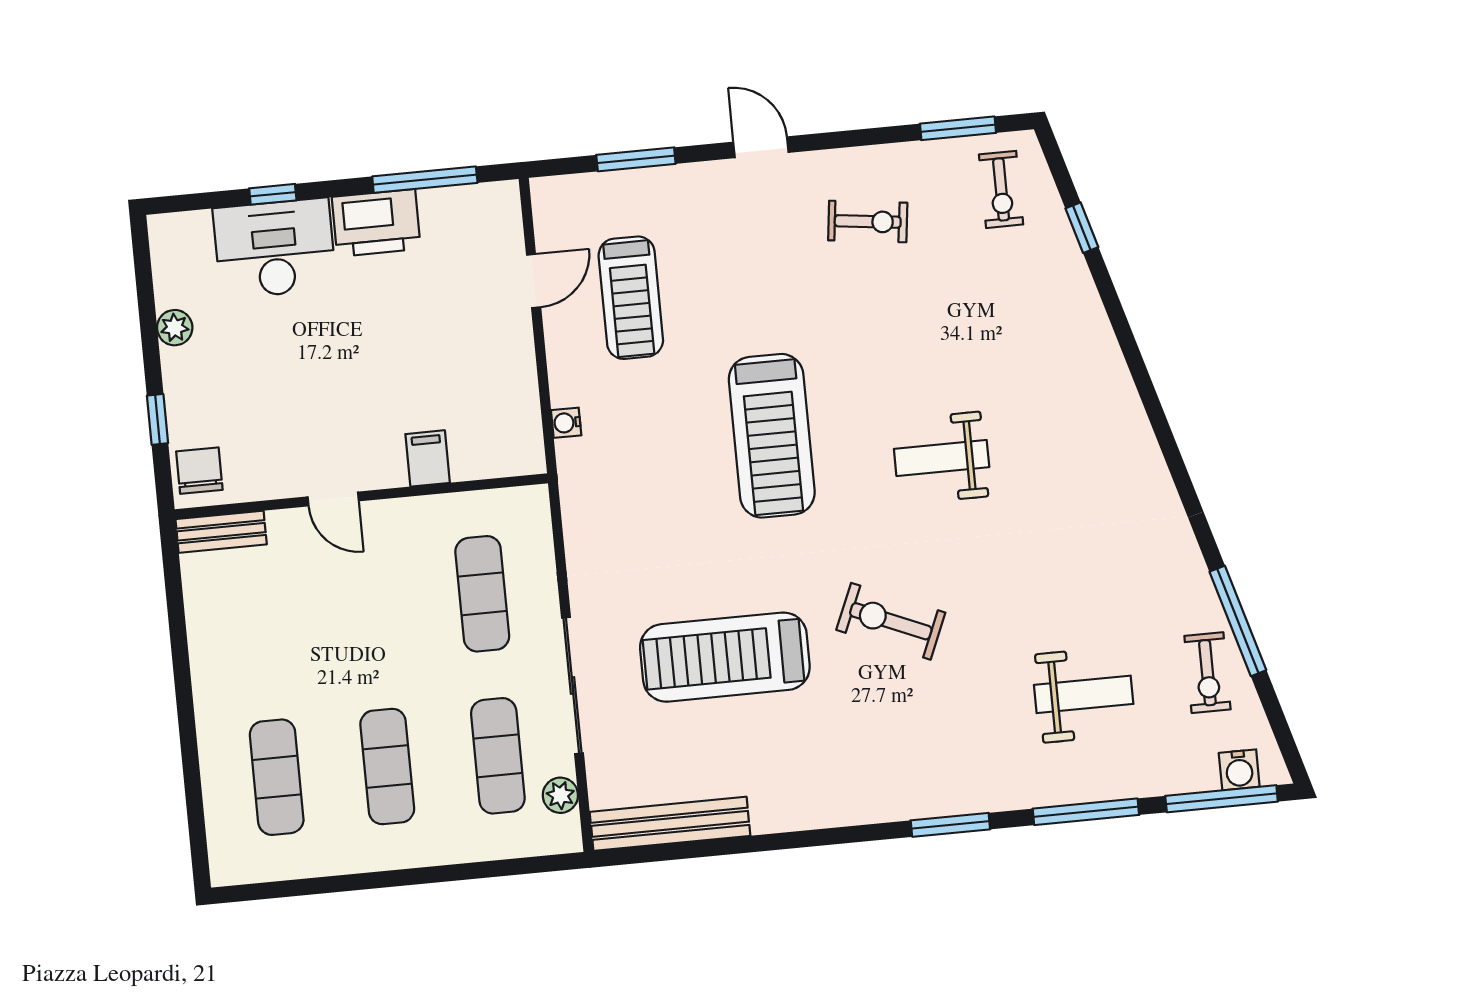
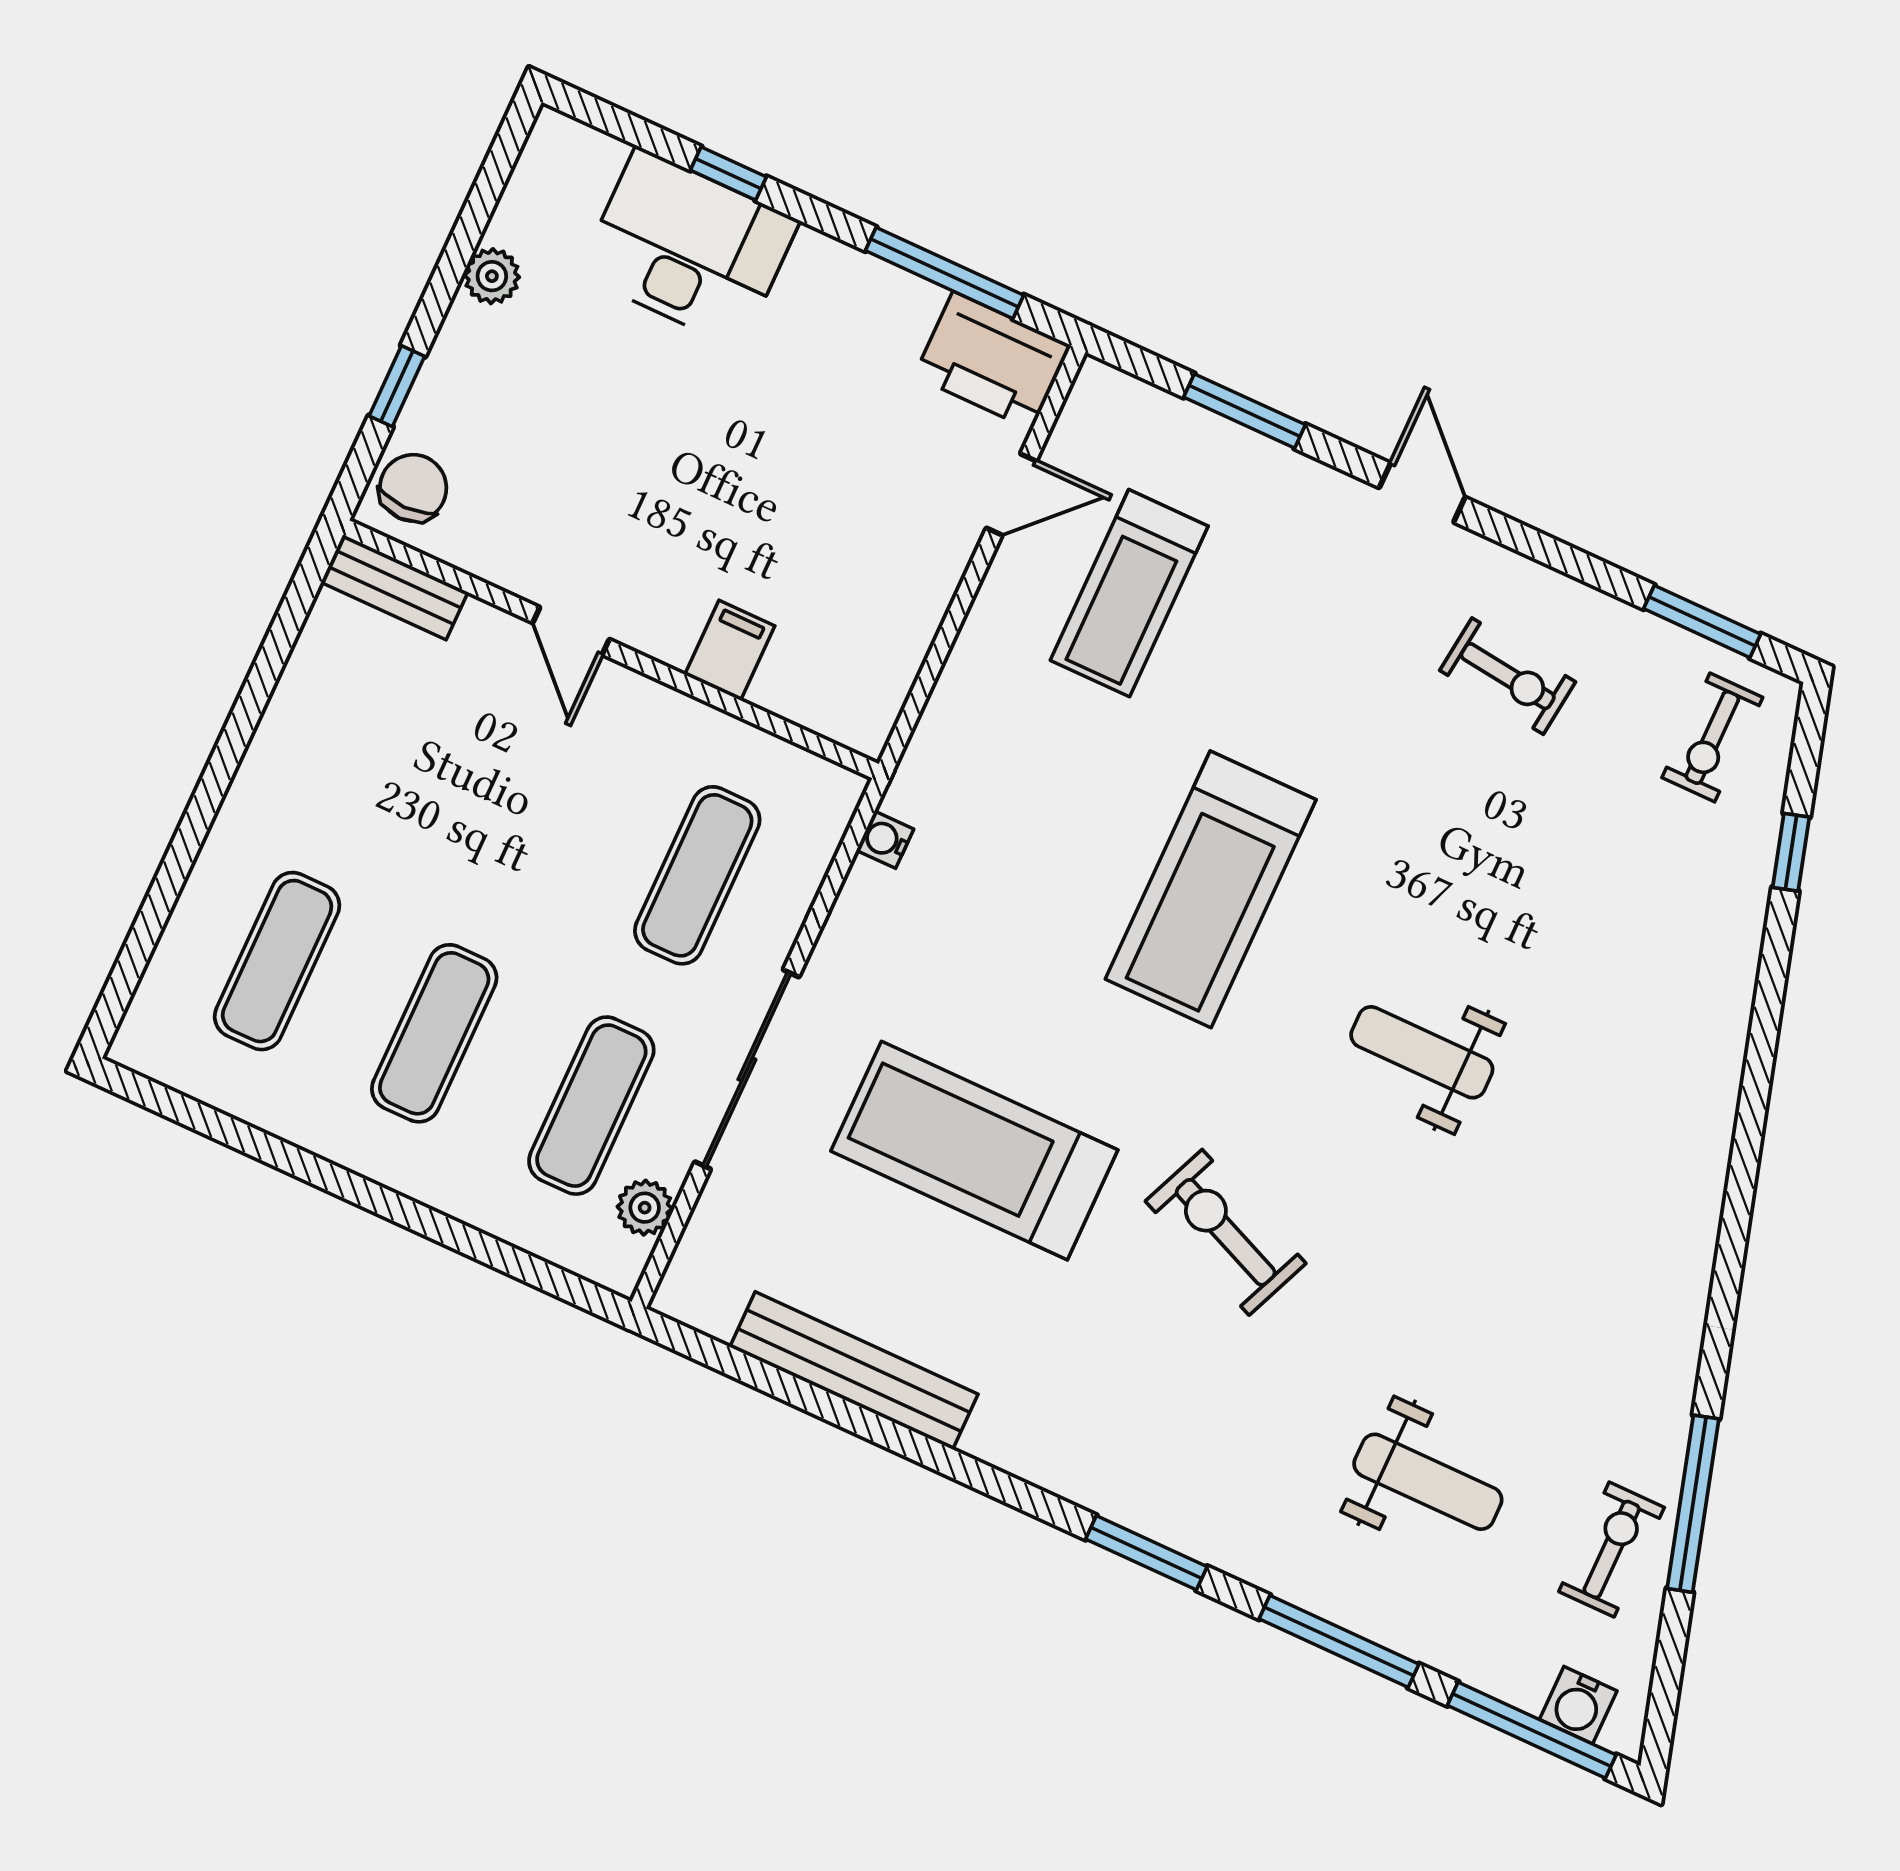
printer: (376, 223) -> (993, 361), moved
water cooler: (566, 423) -> (885, 840), moved
exercise bike: (1207, 673) -> (1612, 1549), turned 180
bench: (670, 824) -> (854, 1371), moved

